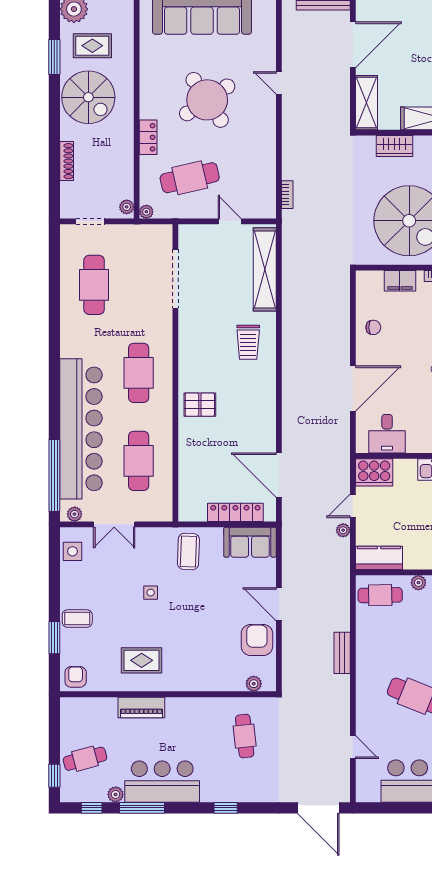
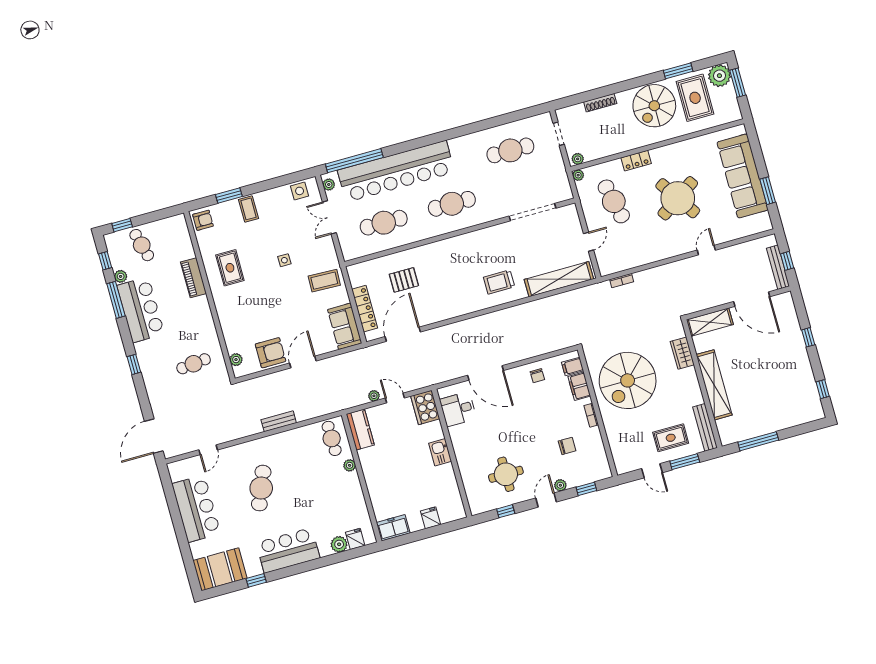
rug: (92, 46) -> (695, 98), width x1.36, depth x1.43
filing cabinet: (374, 282) -> (573, 366), added
pallet: (200, 405) -> (404, 280), moved, turned 90

